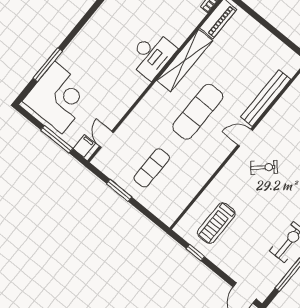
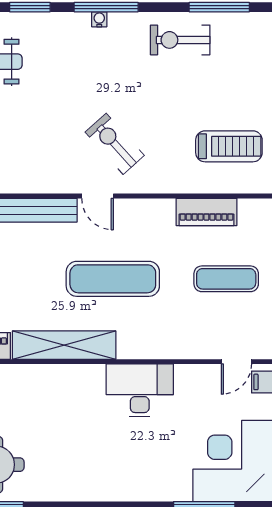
desk: (152, 55) -> (140, 390), moved
exercise bike: (264, 167) -> (115, 144), width x1.38, depth x1.39
piano: (193, 185) -> (206, 212), added

